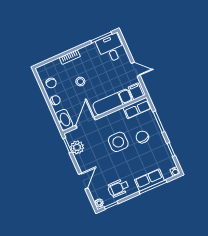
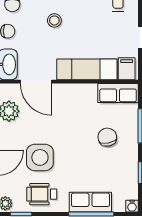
door: (86, 123) -> (36, 82), swing flipped
side table: (118, 142) -> (40, 157), moved

